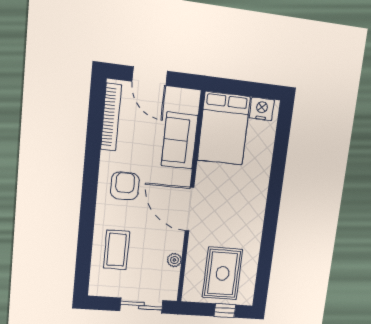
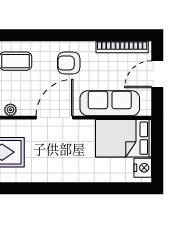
sofa: (180, 141) -> (110, 103), width x1.36
armchair: (125, 186) -> (69, 63), turned 180

